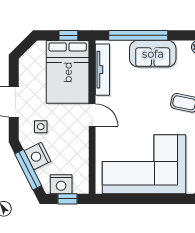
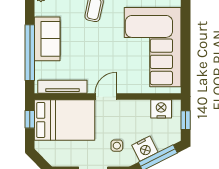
nightstand: (61, 184) -> (161, 109), moved, turned -90

